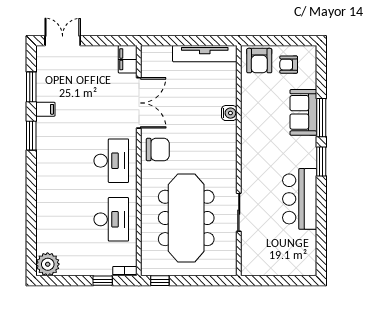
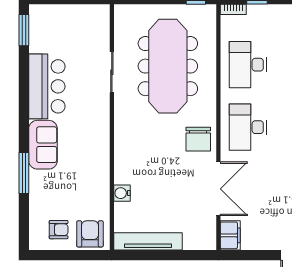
double door: (139, 103) -> (218, 189), swing flipped
sofa: (303, 112) -> (43, 145), moved
water cooler: (229, 113) -> (122, 193), moved
chair: (158, 150) -> (198, 139), turned -90
window: (321, 162) -> (24, 30), moved

